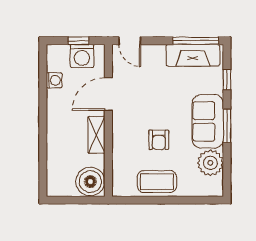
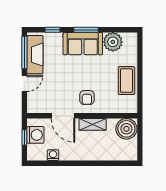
door: (130, 41) -> (24, 83), moved
armchair: (159, 140) -> (87, 98), moved, turned 90

